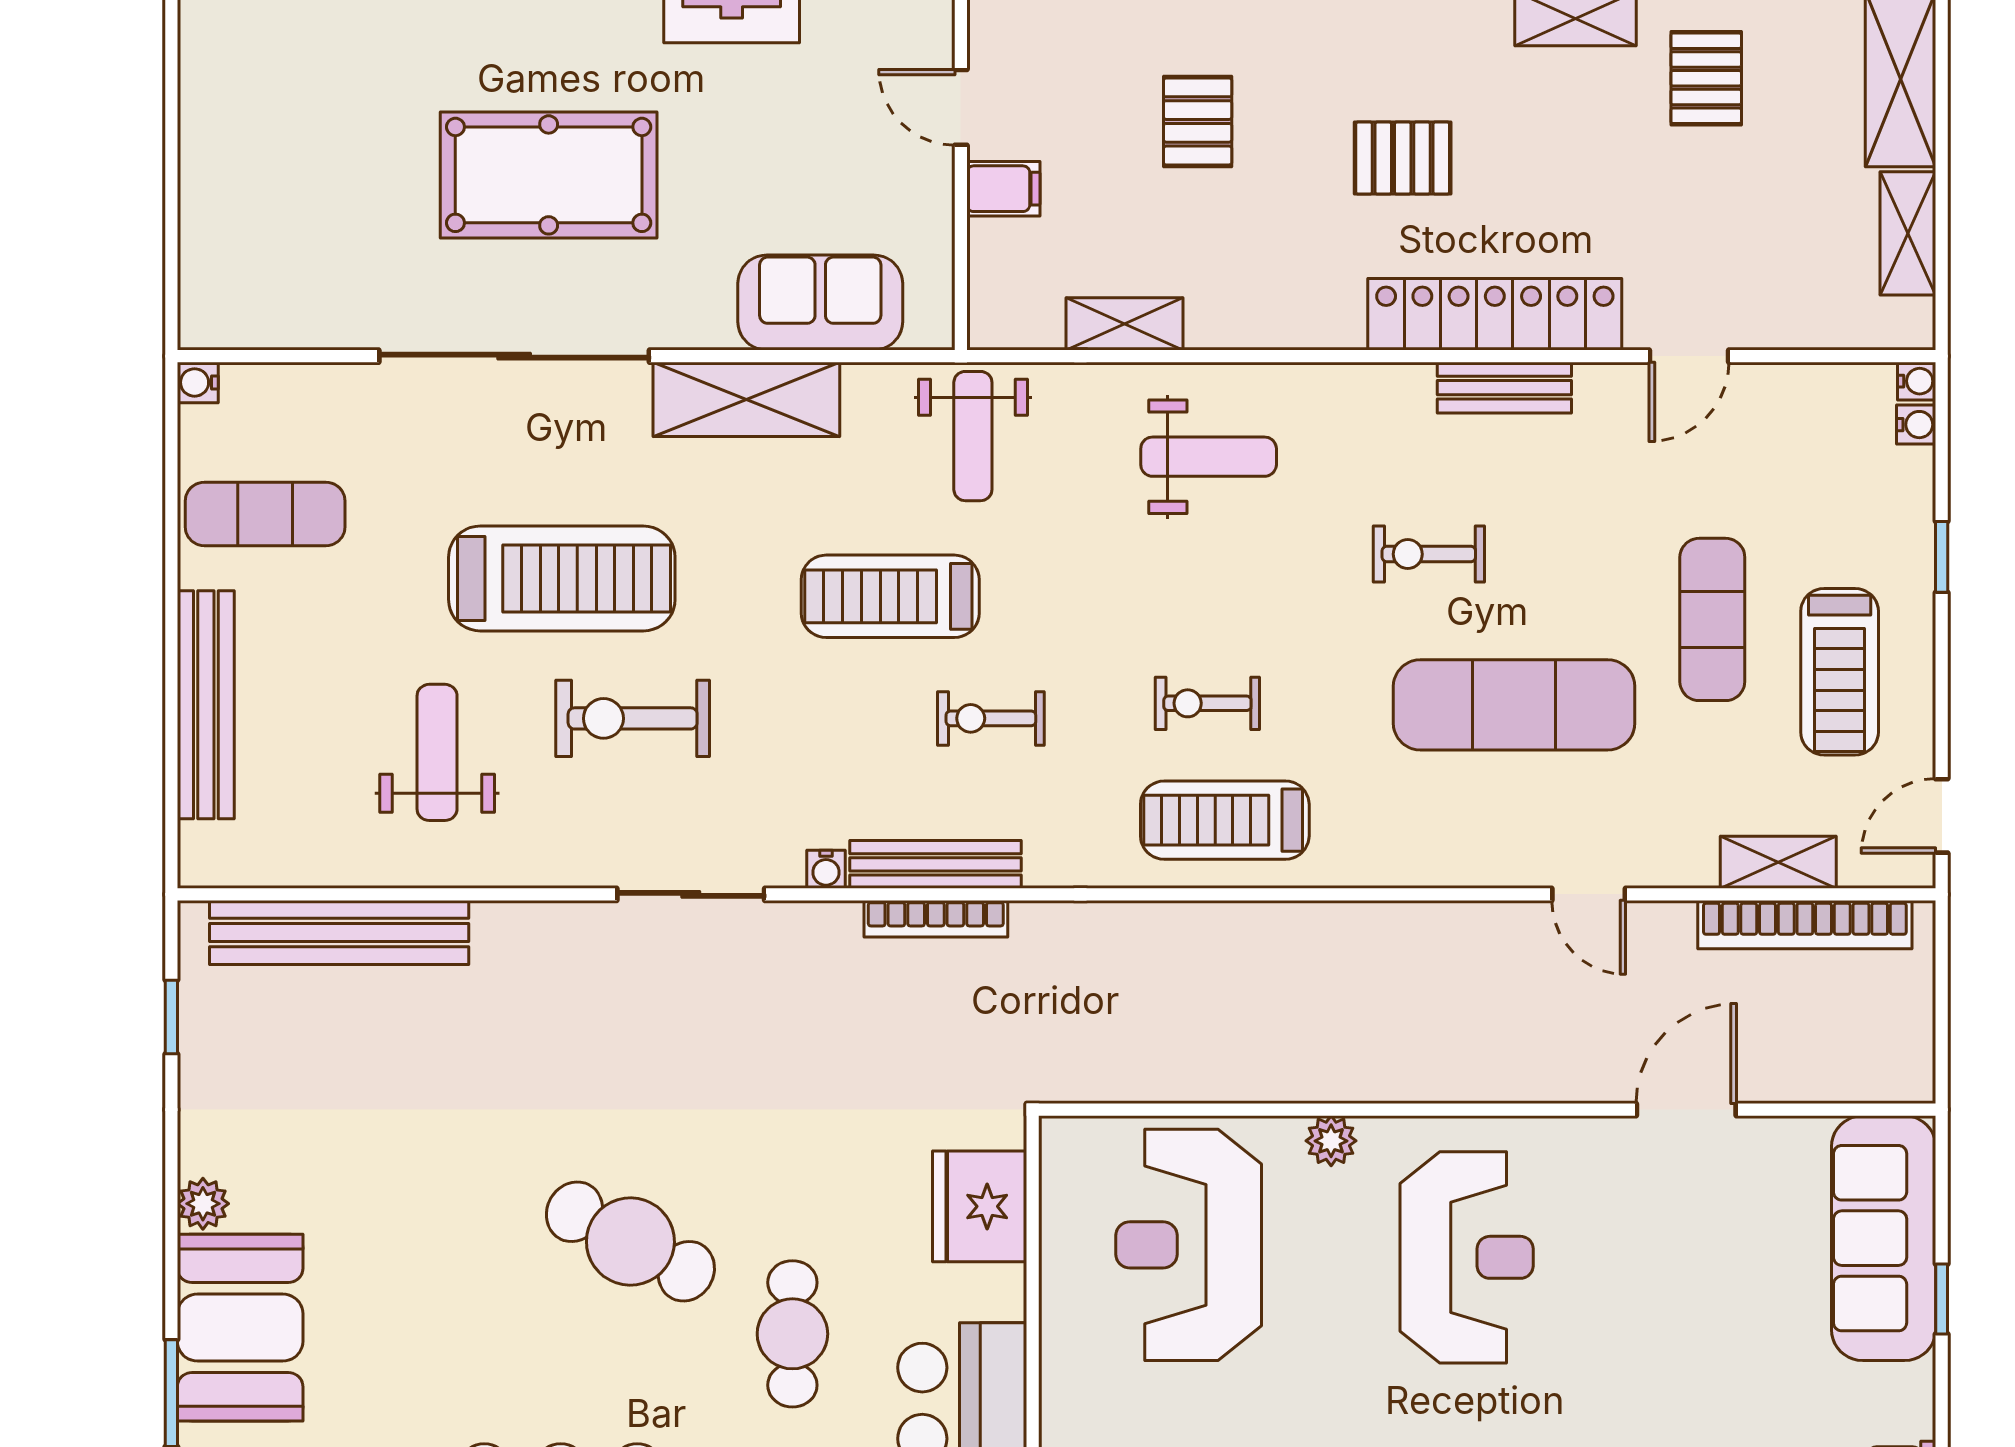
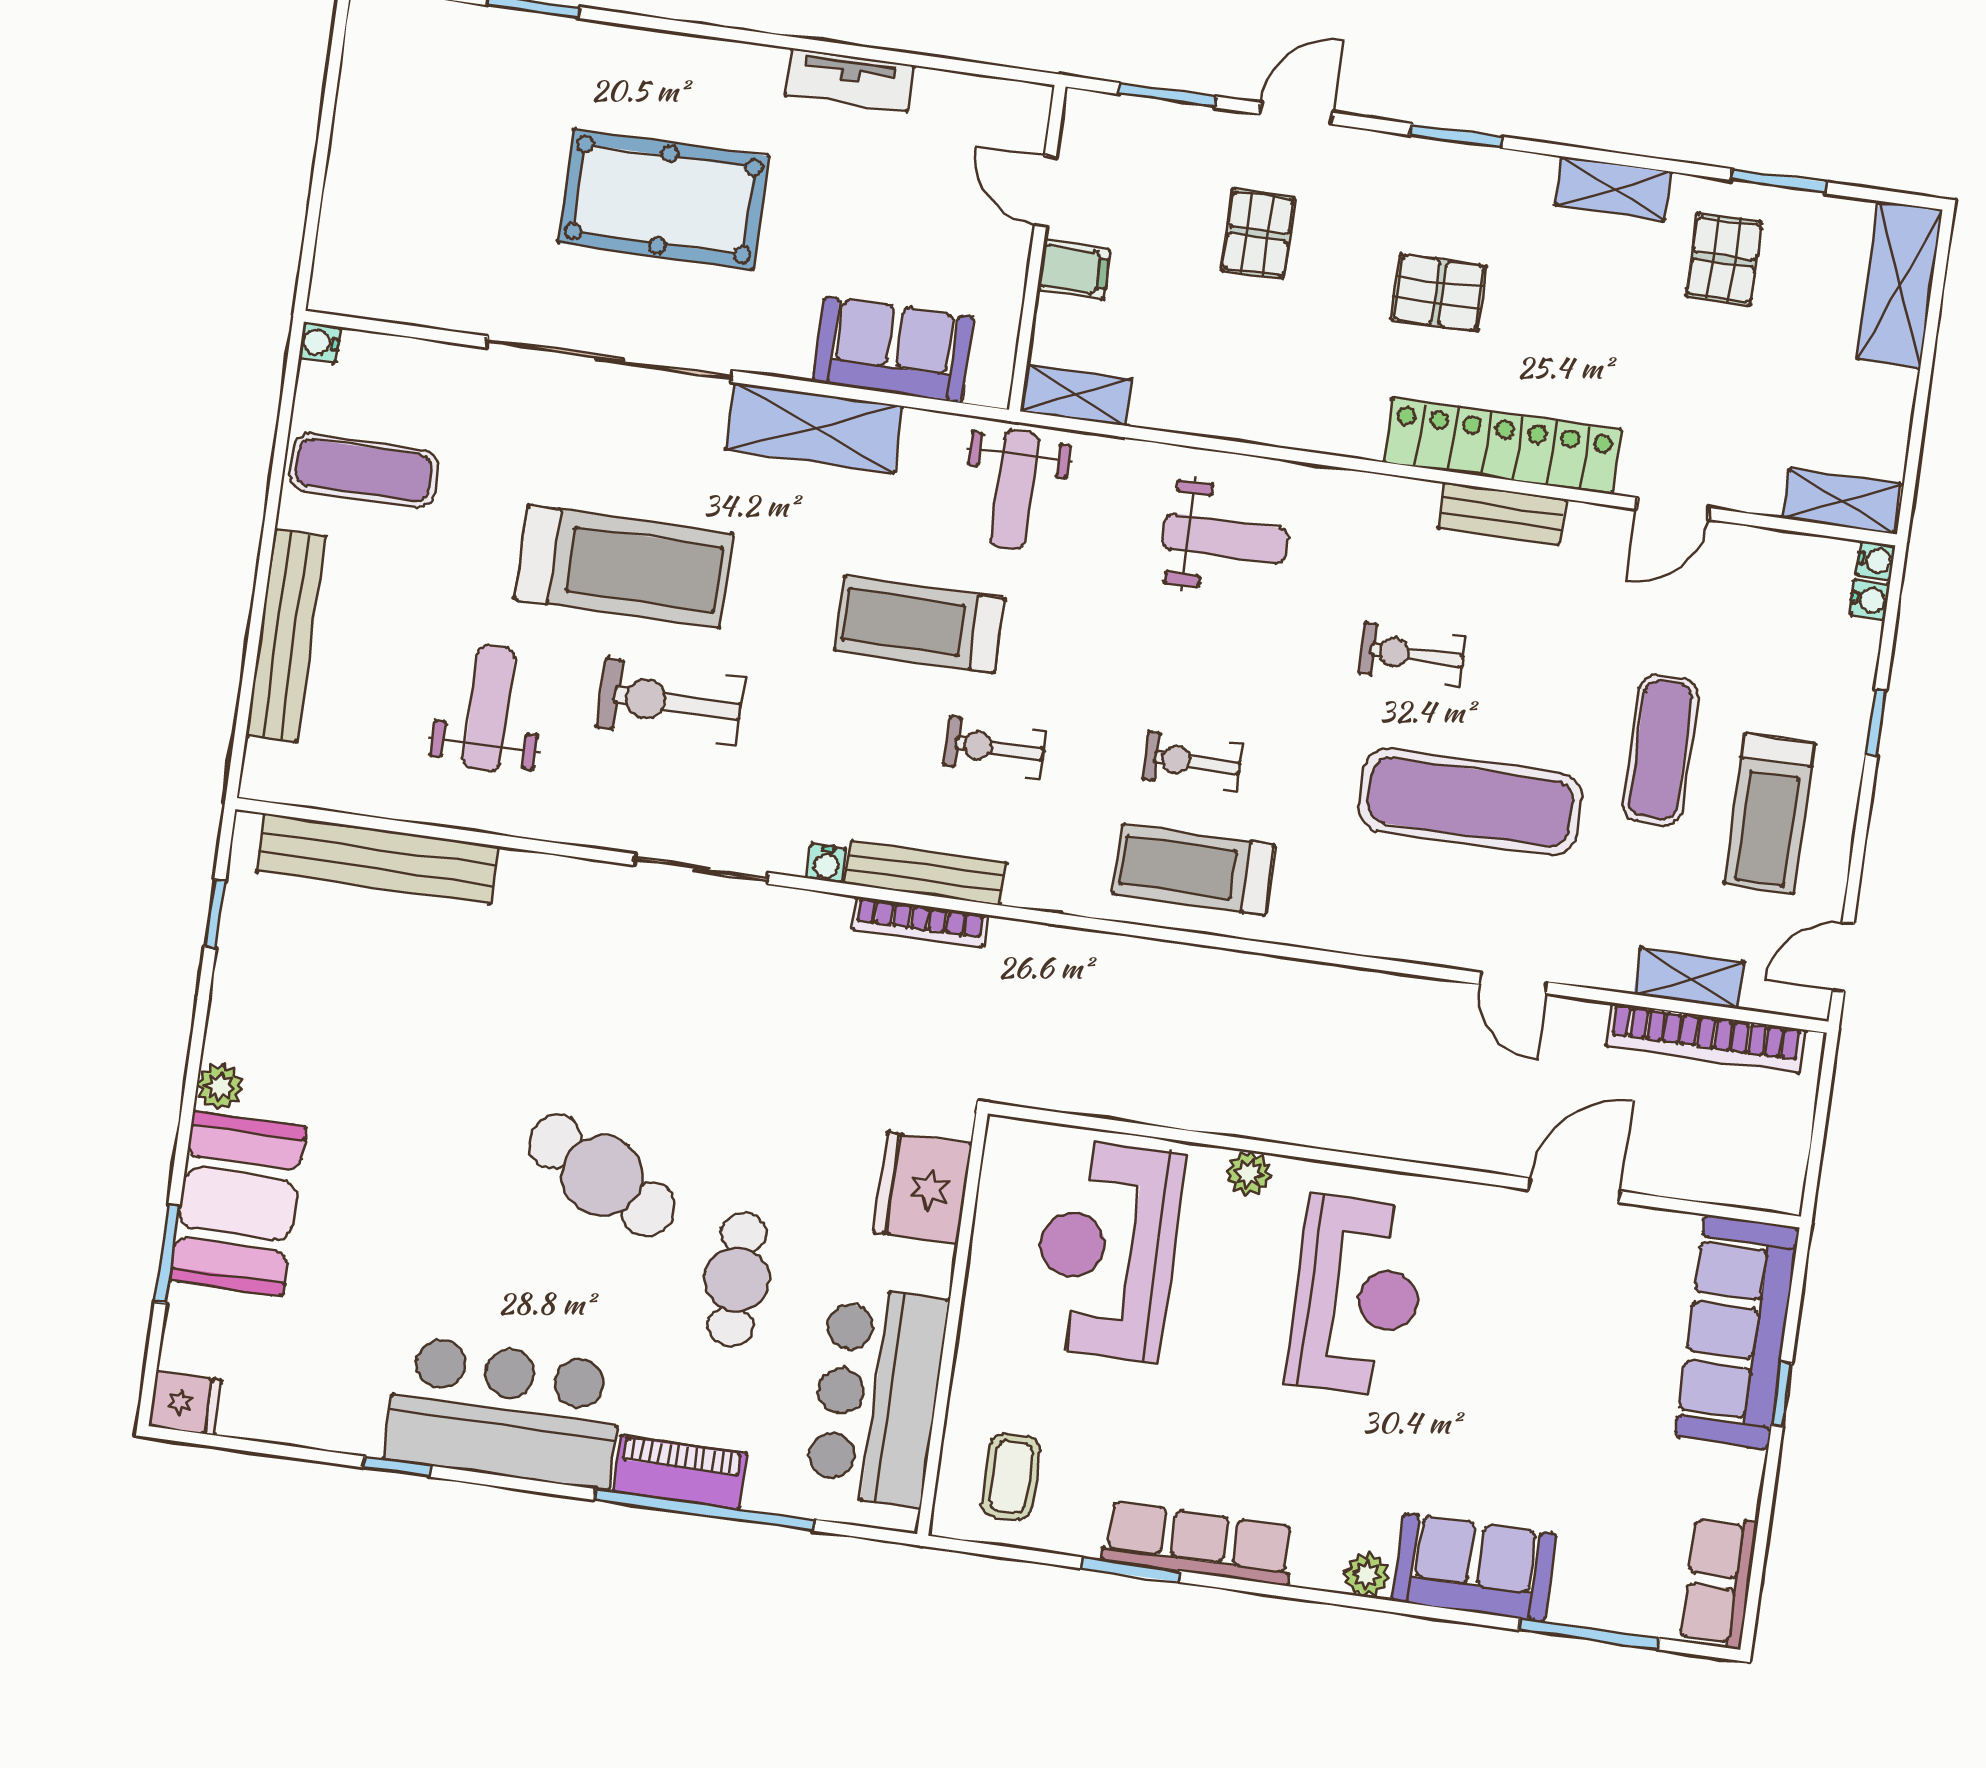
shelving: (1908, 233) -> (1841, 501), moved, turned 90
shelving: (1125, 324) -> (1076, 395), moved

